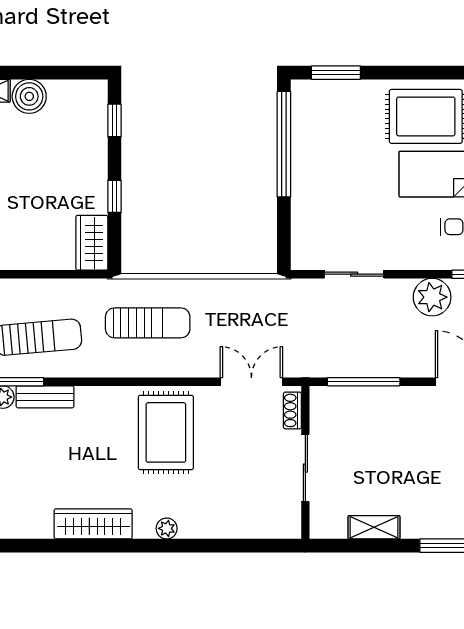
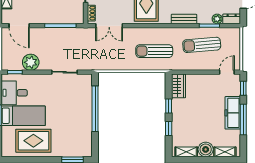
shelving: (74, 91) -> (186, 152), added
window: (114, 120) -> (169, 129), moved
window: (284, 144) -> (95, 109), moved
bench: (45, 397) -> (184, 19), moved

